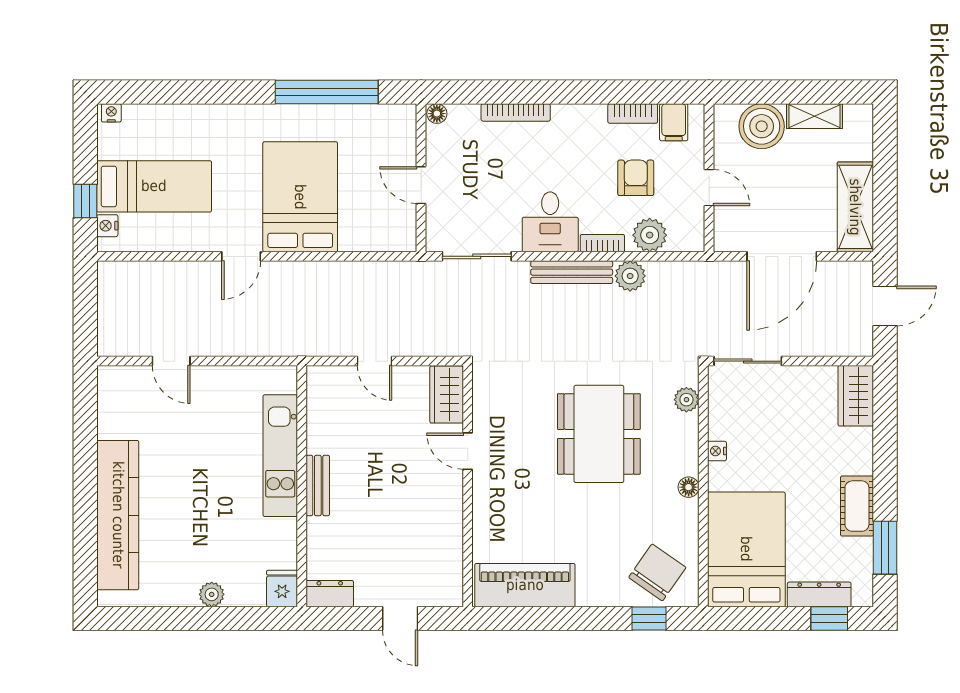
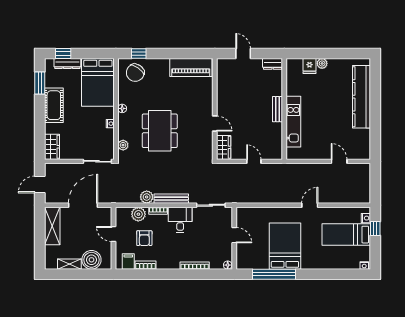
bed: (300, 197) -> (285, 246), moved, turned 180
cot: (857, 506) -> (54, 105), width x1.37, depth x1.34
fridge: (282, 588) -> (309, 66), moved

